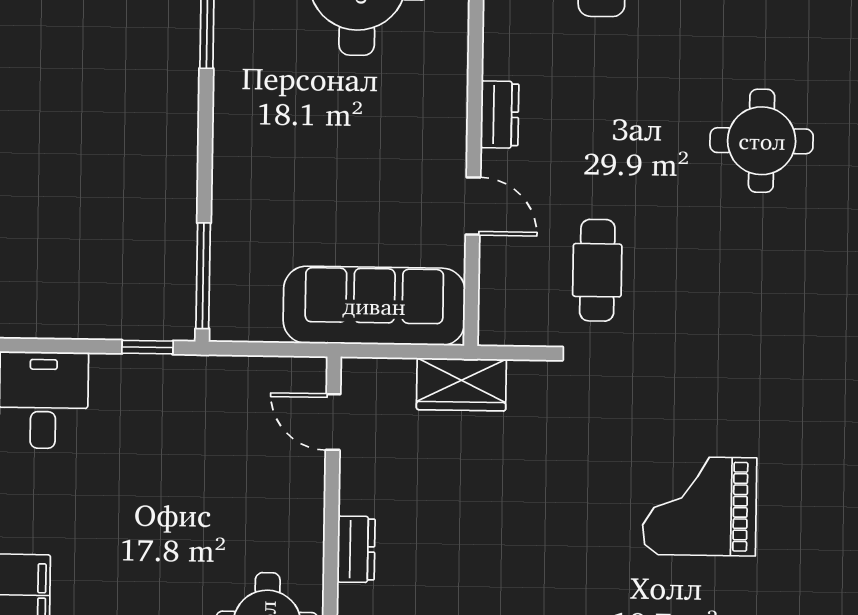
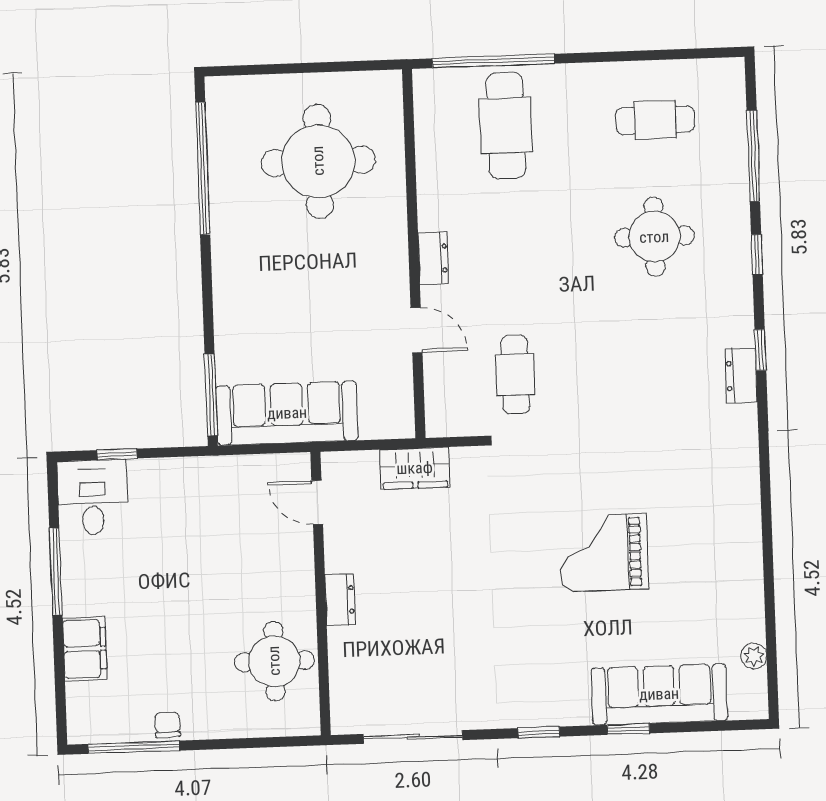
round table: (762, 141) -> (654, 237), moved
sofa: (374, 306) -> (287, 413), moved
window: (147, 347) -> (117, 454), moved

